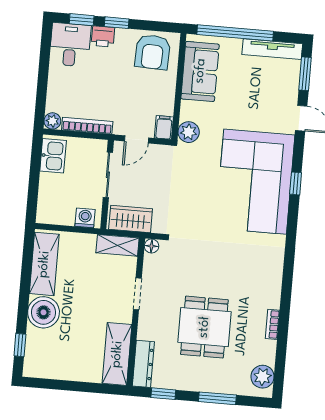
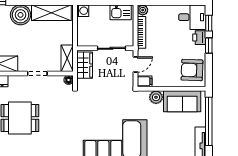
plant: (189, 132) -> (156, 97), moved
door: (137, 139) -> (136, 65), swing flipped
washing machine: (85, 218) -> (83, 11), moved

